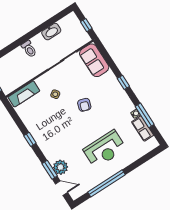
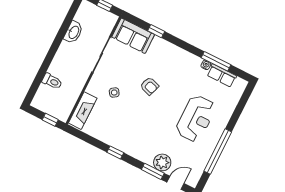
toilet: (29, 49) -> (52, 81), moved
window: (123, 82) -> (156, 31), moved

